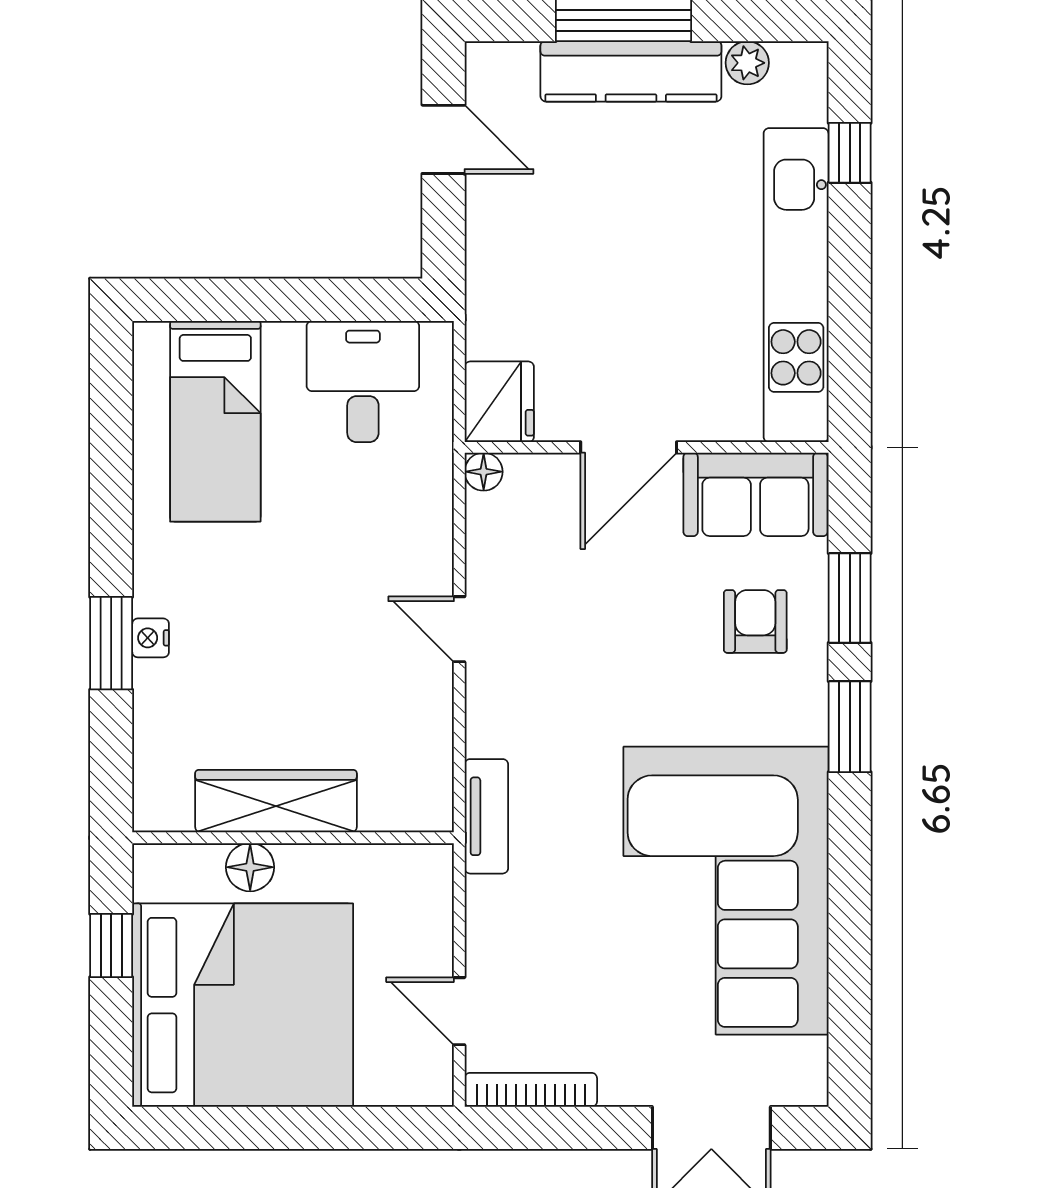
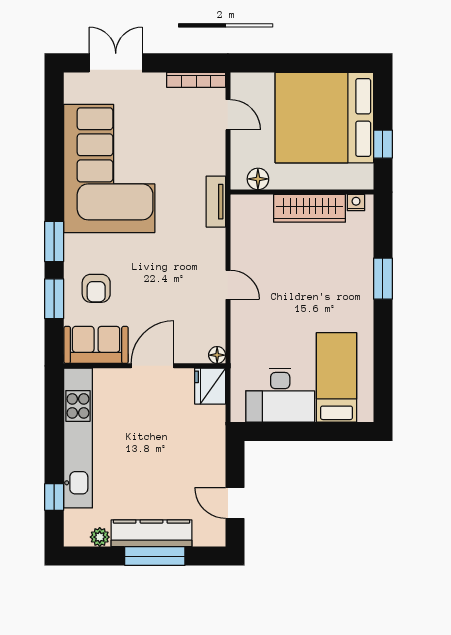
desk: (363, 381) -> (280, 395), width x1.37
nightstand: (151, 638) -> (356, 203), moved, turned -90
floor lamp: (250, 867) -> (258, 179), moved

